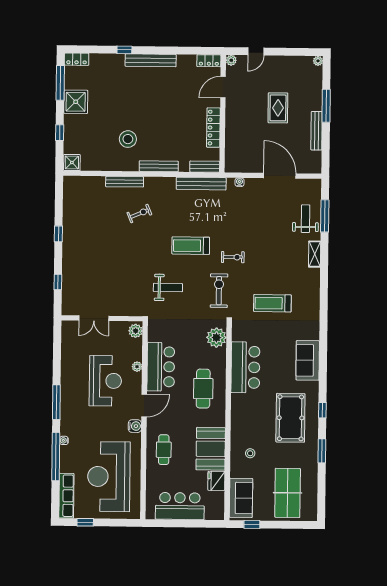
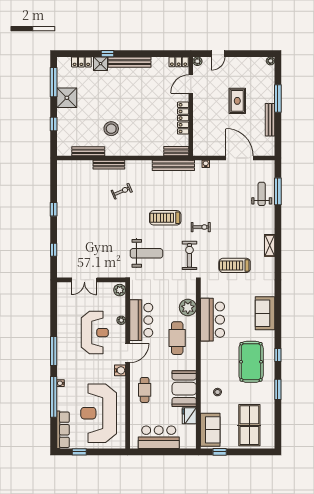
locker: (77, 59) -> (81, 62), moved
shower: (72, 162) -> (101, 64), moved
bench: (159, 166) -> (88, 151), moved
shelving: (315, 254) -> (270, 245), moved
weight bench: (168, 288) -> (146, 253), width x1.36, depth x1.33
plant: (216, 338) -> (188, 307), moved

